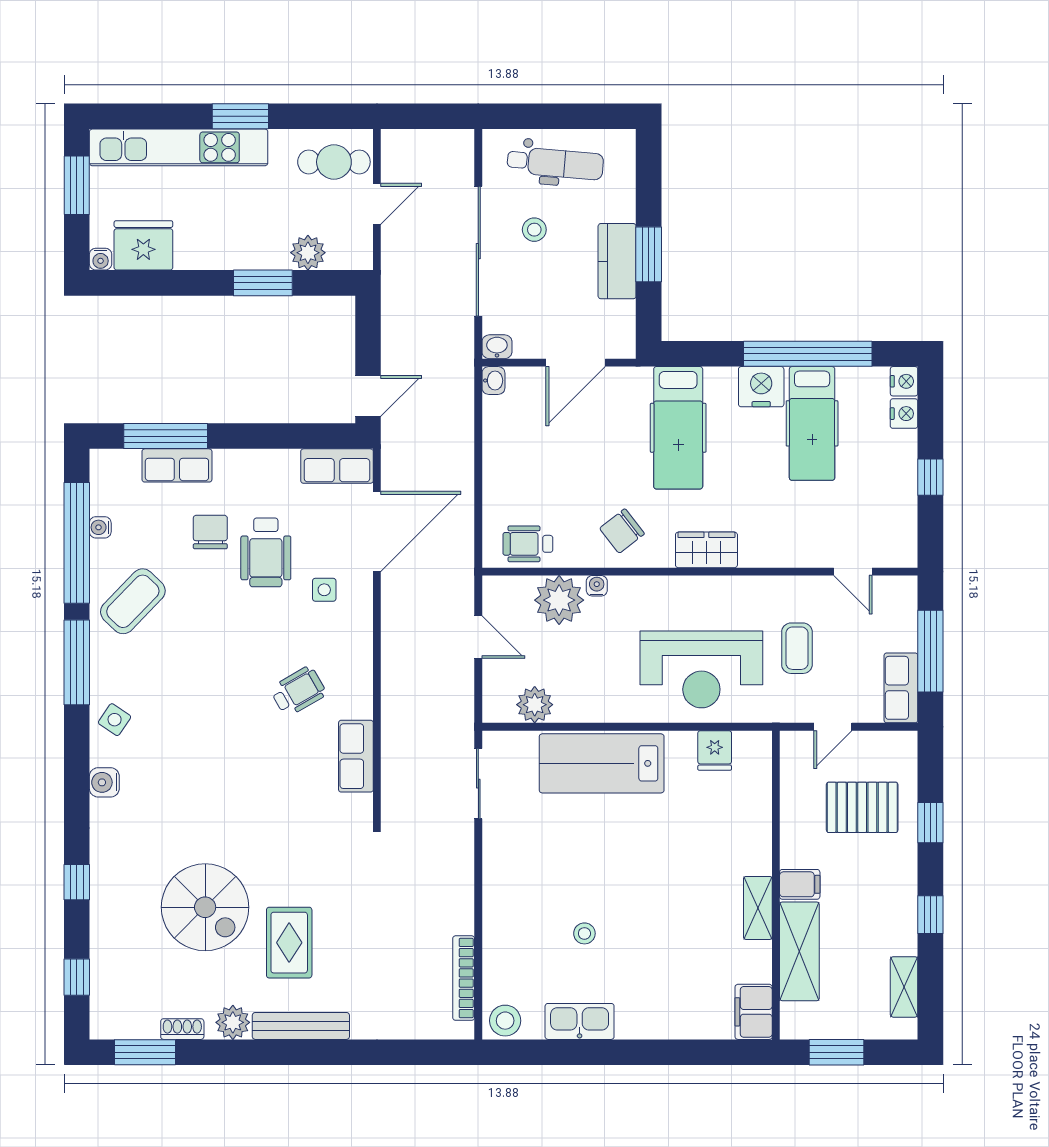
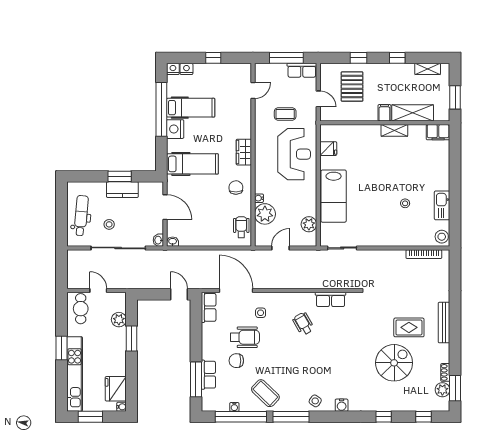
chair: (622, 531) -> (236, 188), turned -144
wheelchair: (528, 544) -> (241, 227), turned 180
plant: (233, 1022) -> (442, 390), moved

